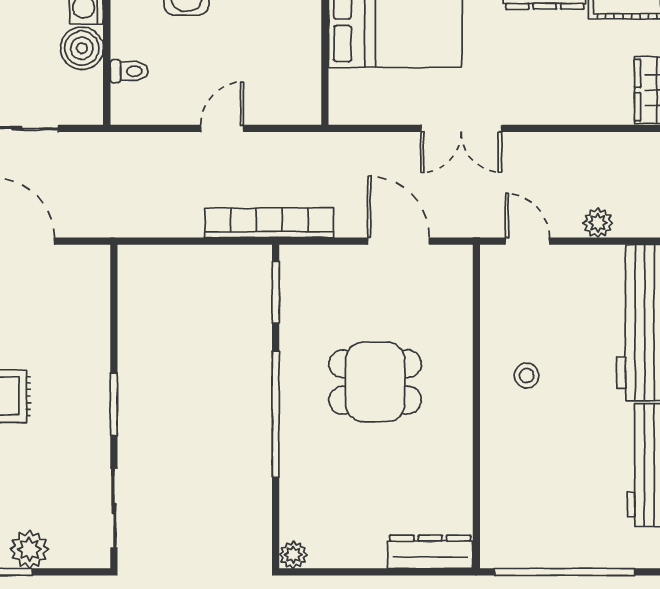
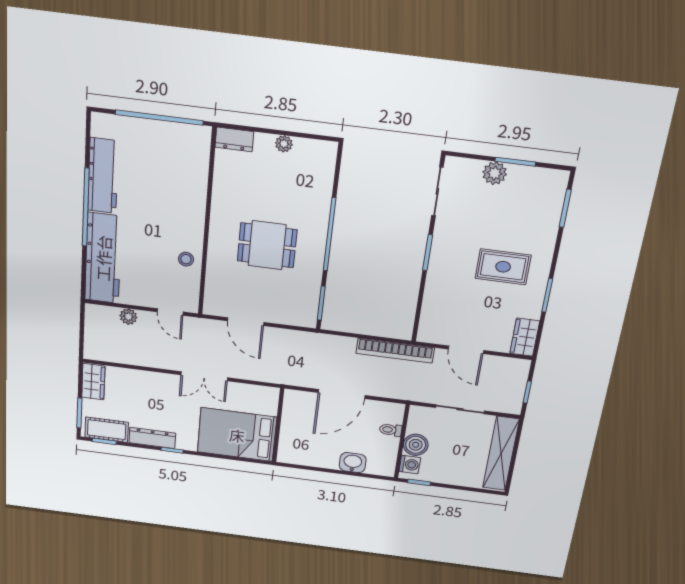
door: (222, 128) -> (342, 394), width x1.88
double door: (461, 128) -> (204, 376), swing flipped
bookcase: (269, 223) -> (395, 351), moved
stool: (527, 375) -> (186, 259), moved
dresser: (430, 552) -> (234, 139), width x0.70
plant: (293, 555) -> (284, 144), moved

